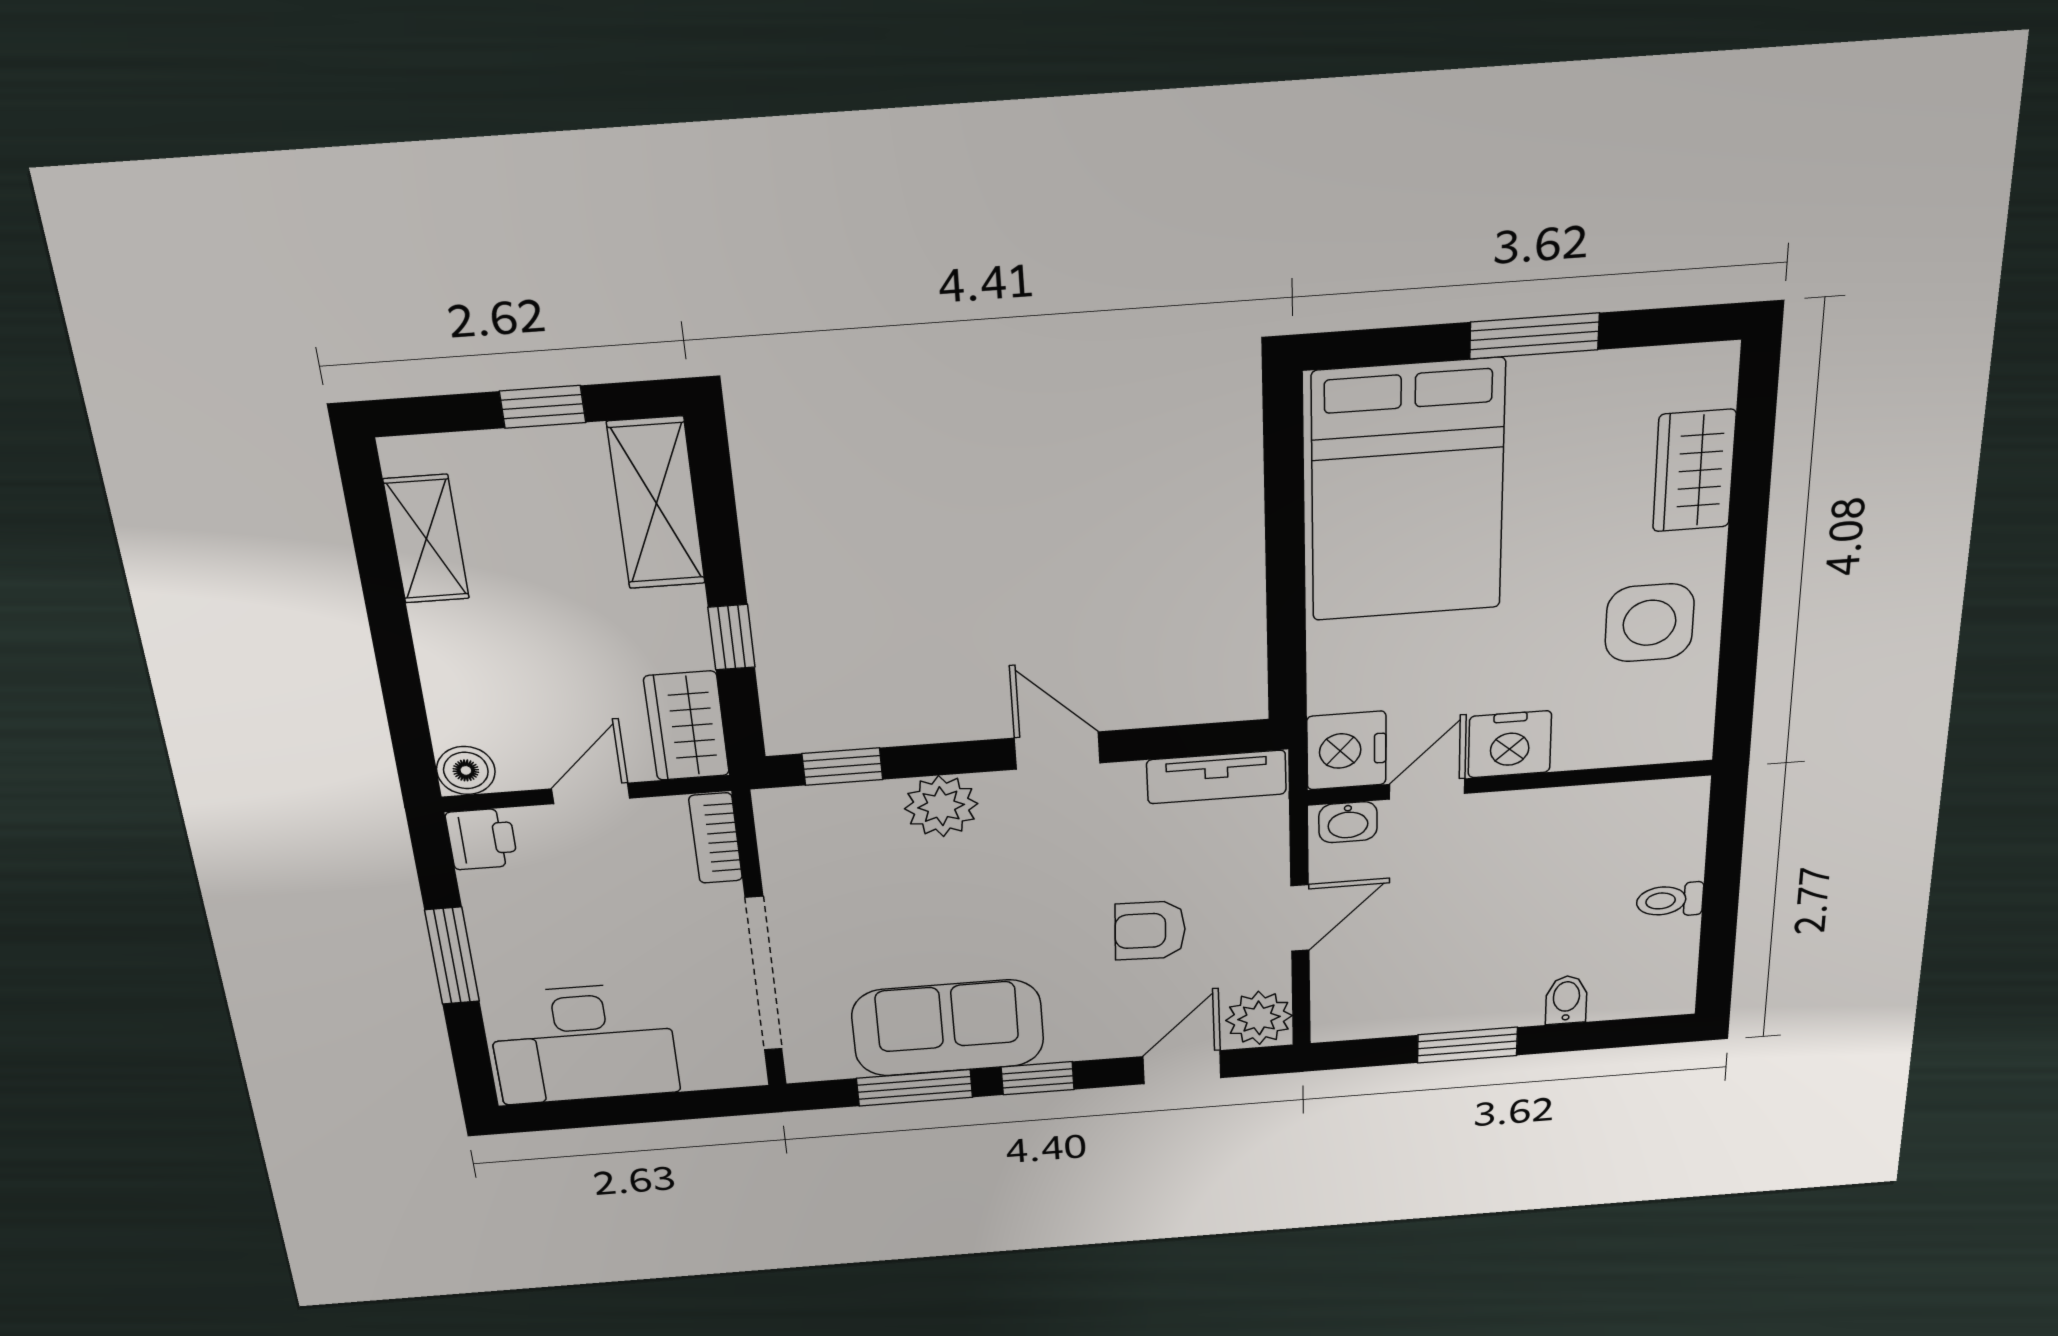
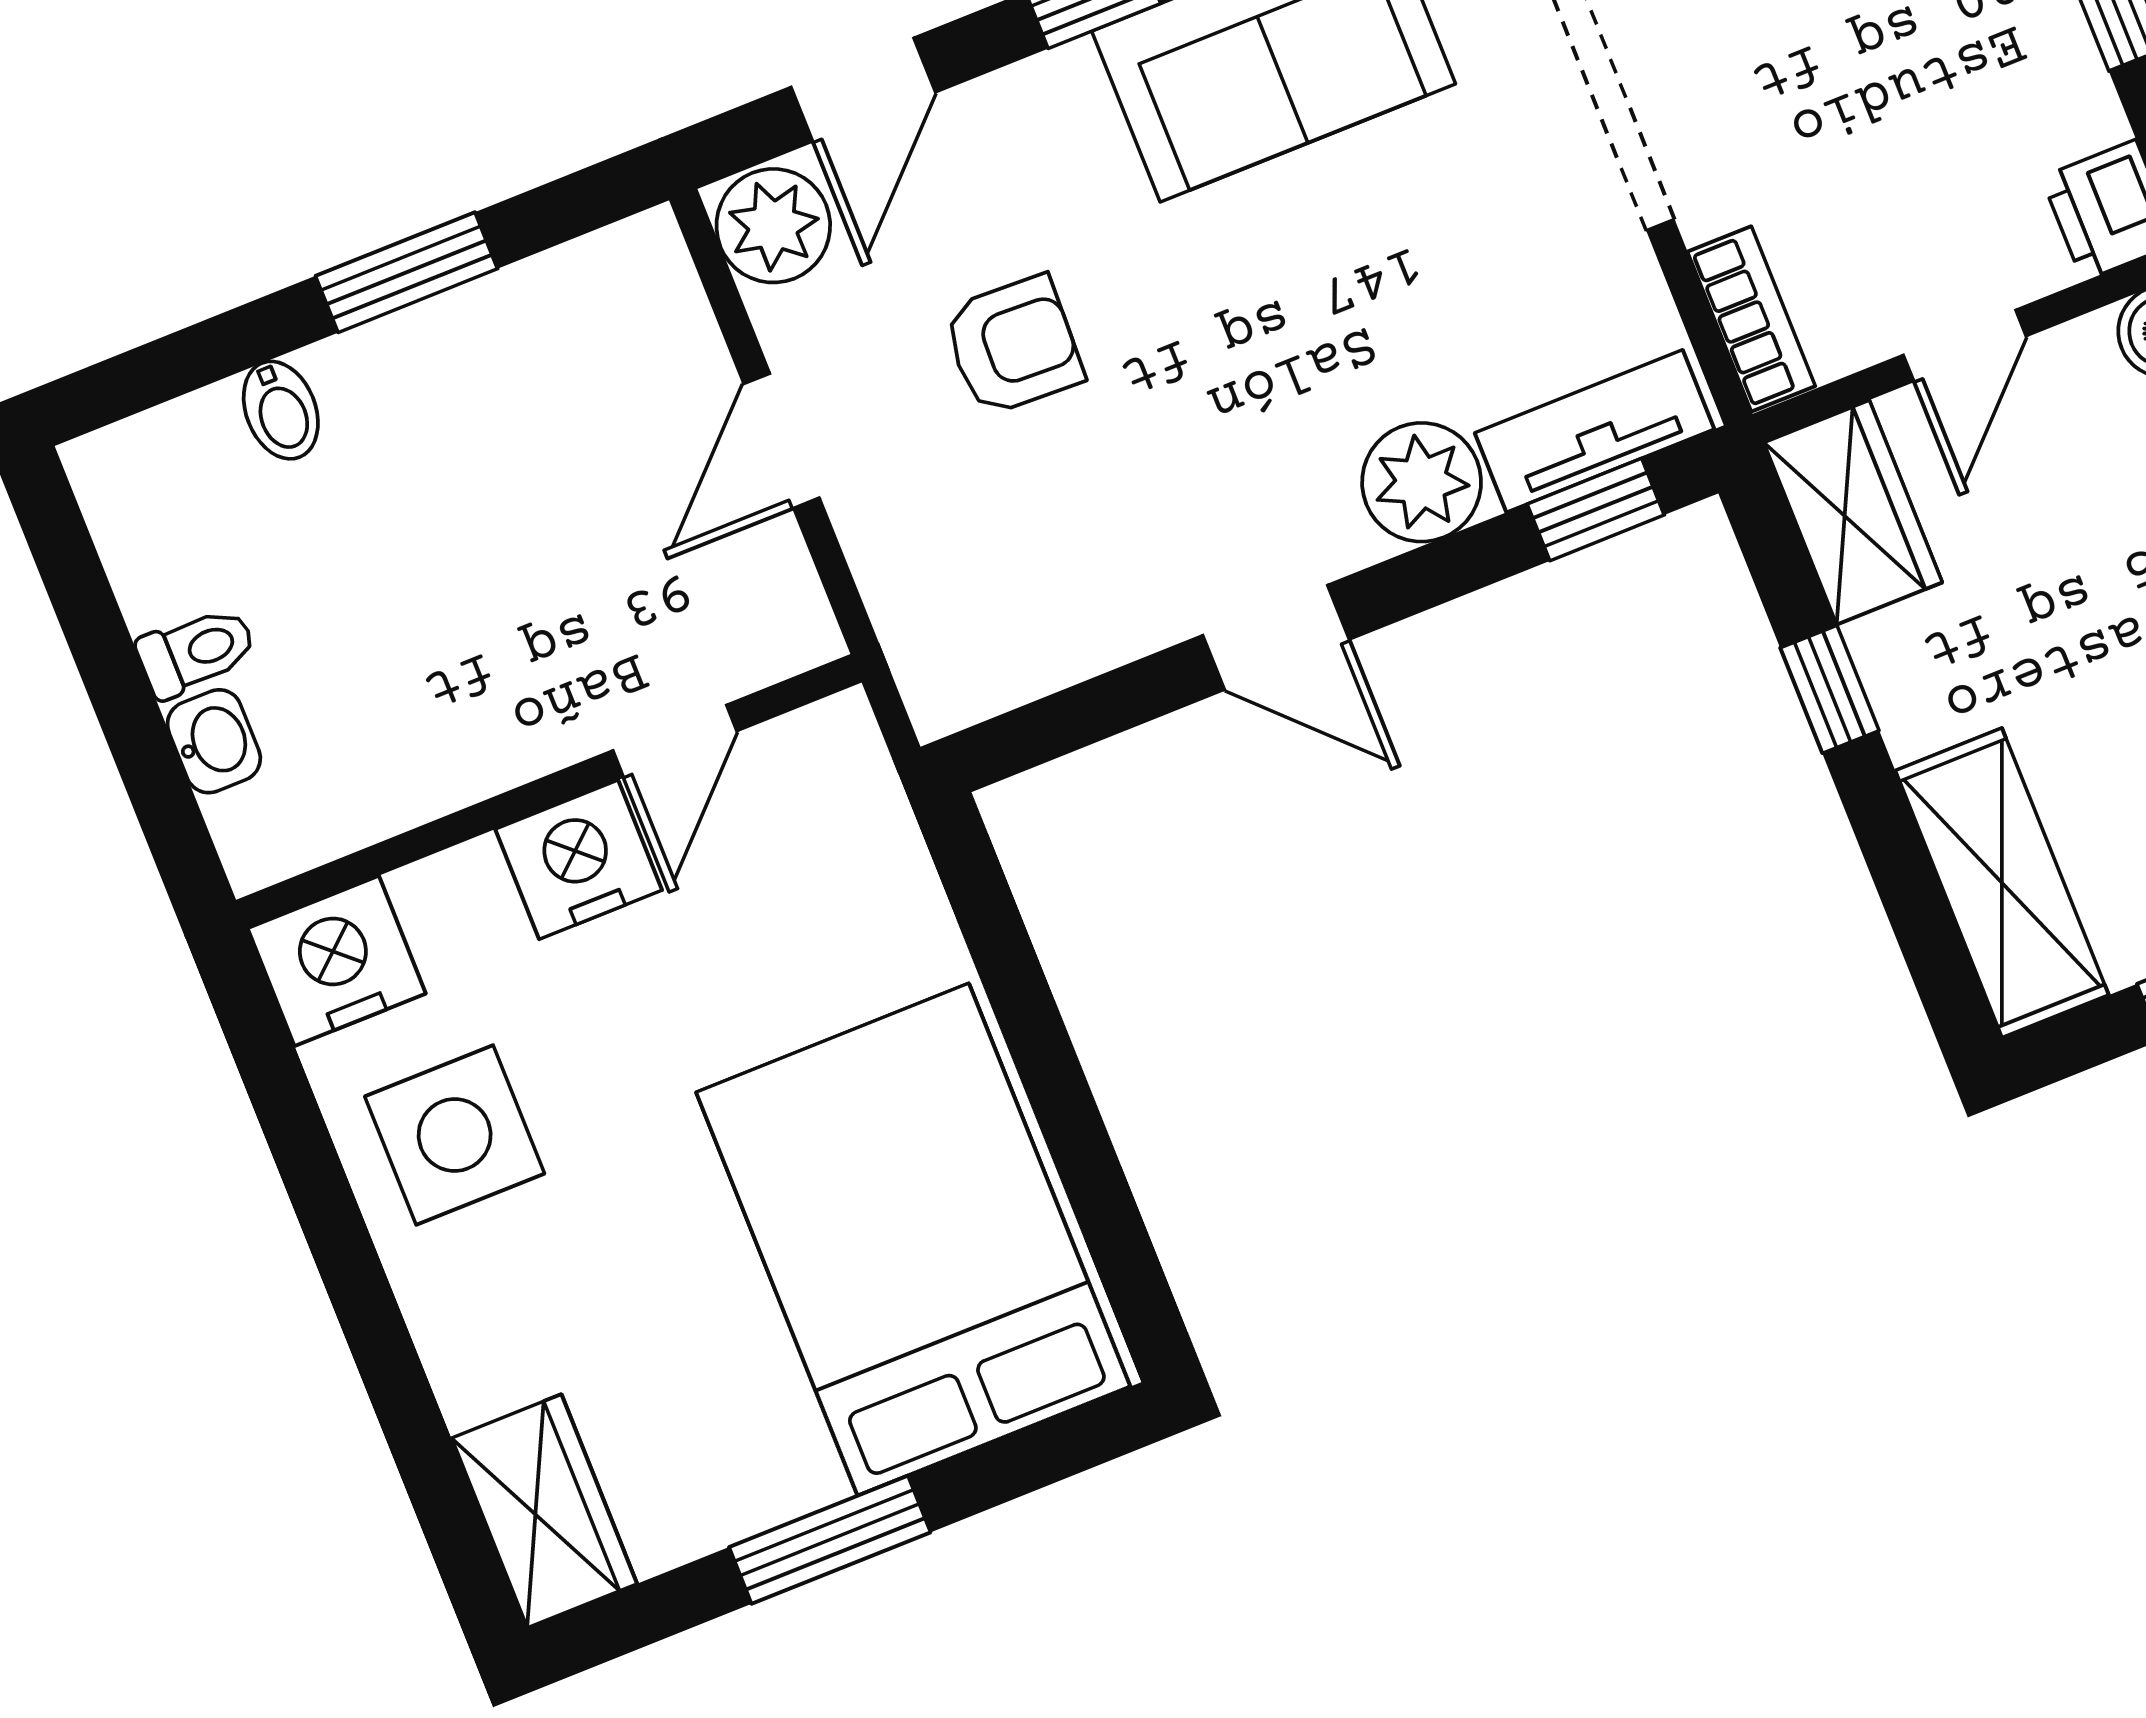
wardrobe: (1694, 471) -> (544, 1511), moved
nightstand: (1346, 751) -> (337, 961), moved, turned -90
tv unit: (1216, 777) -> (1595, 431), moved
washbasin: (1348, 822) -> (214, 741), moved, turned 90

